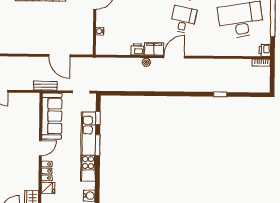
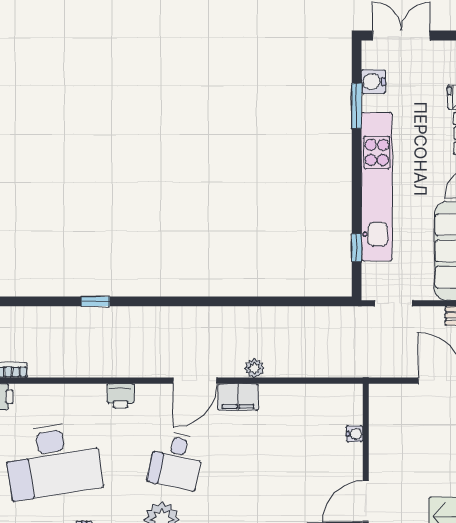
printer: (137, 49) -> (121, 396), moved
window: (98, 145) -> (357, 106), moved

